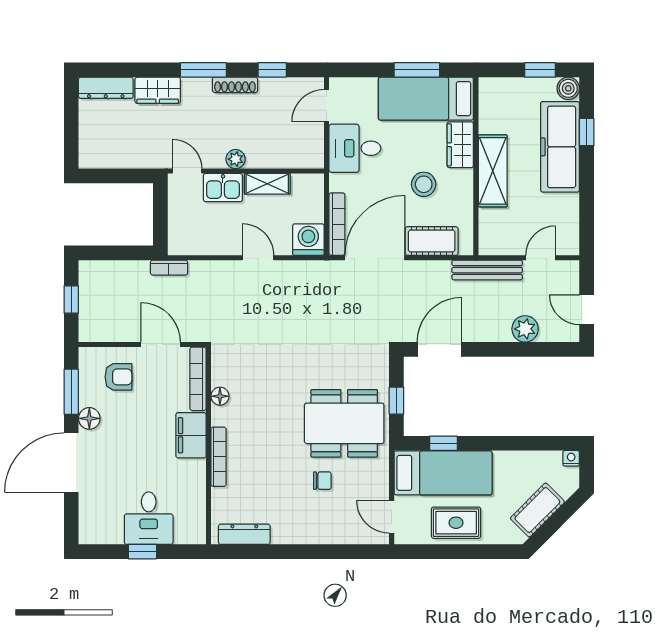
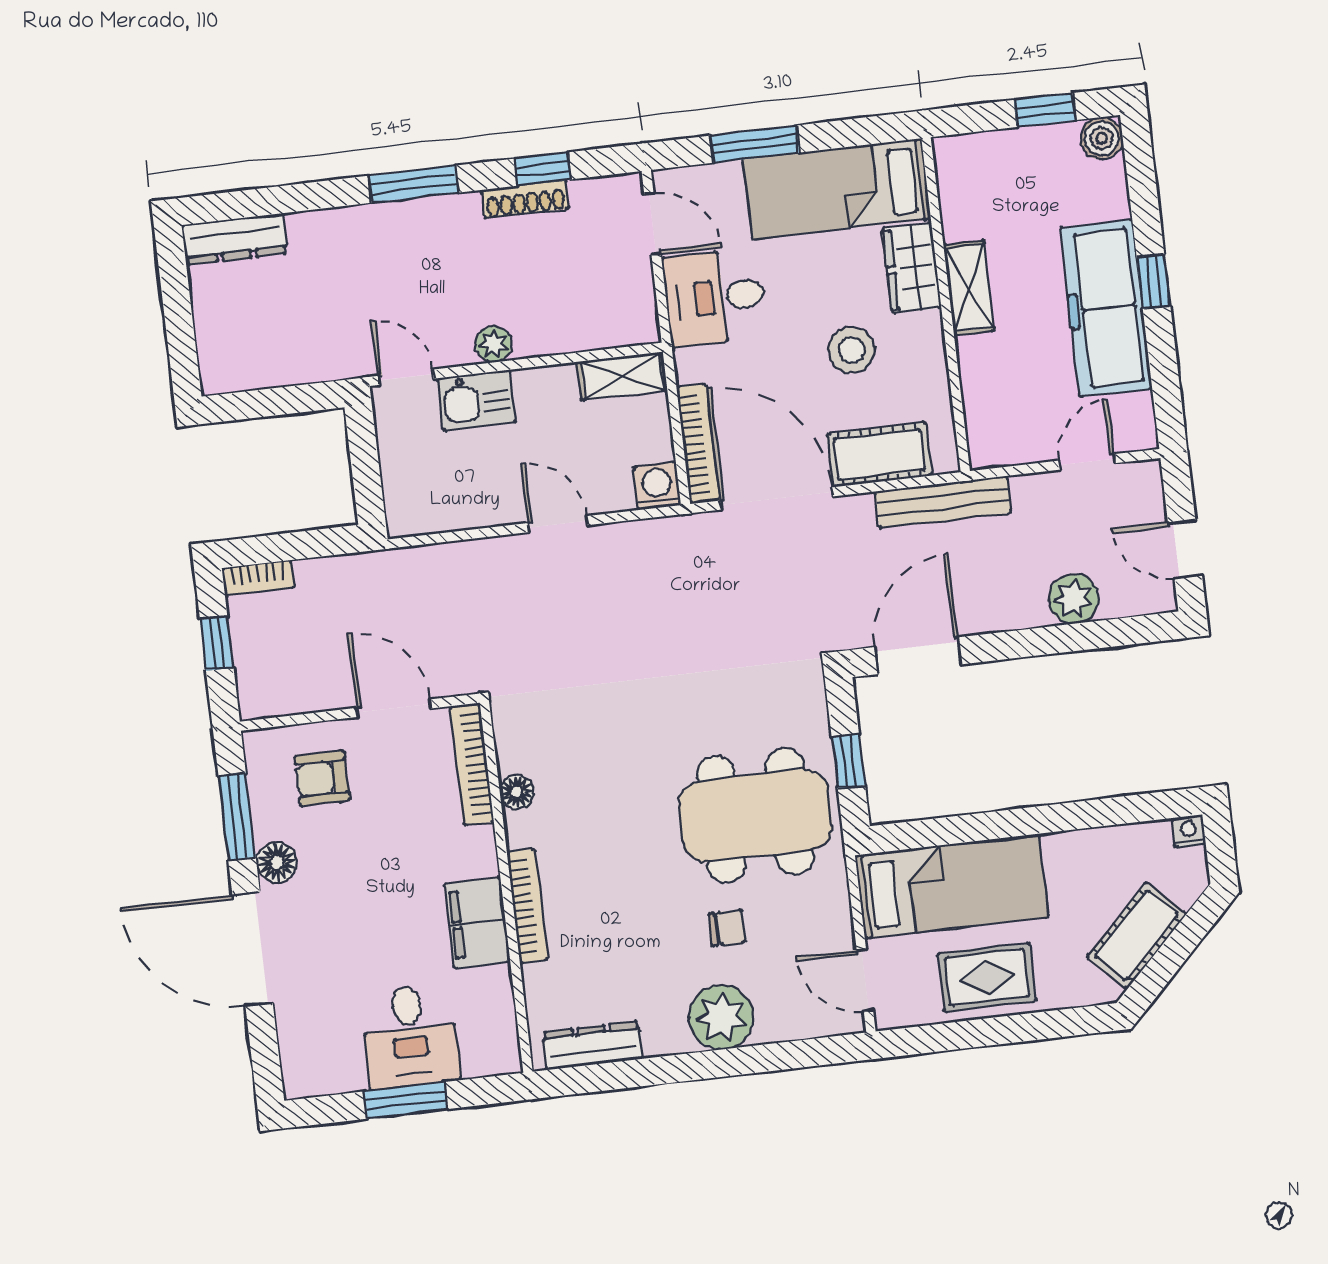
window: (417, 70) -> (755, 144), moved
shoe rack: (235, 85) -> (525, 199), moved
wardrobe: (158, 90) -> (333, 232), removed
door: (327, 106) -> (653, 224), swing flipped
window: (587, 132) -> (1153, 282), moved
freezer: (560, 147) -> (1106, 308), moved
shelving: (493, 171) -> (969, 288), width x0.67, depth x0.75
shelving: (267, 184) -> (622, 376), moved
washing machine: (308, 240) -> (657, 486), width x0.73, depth x0.73
door: (375, 258) -> (777, 498), hinge flipped
bookcase: (169, 268) -> (258, 578), moved
bench: (487, 270) -> (943, 502), moved
armchair: (118, 377) -> (322, 778), turned 180
filing cabinet: (191, 435) -> (477, 923), moved
window: (443, 443) -> (946, 831), removed
door: (71, 463) -> (253, 949), hinge flipped
plant: (314, 527) -> (721, 1017), added
window: (142, 552) -> (406, 1100), width x1.50

